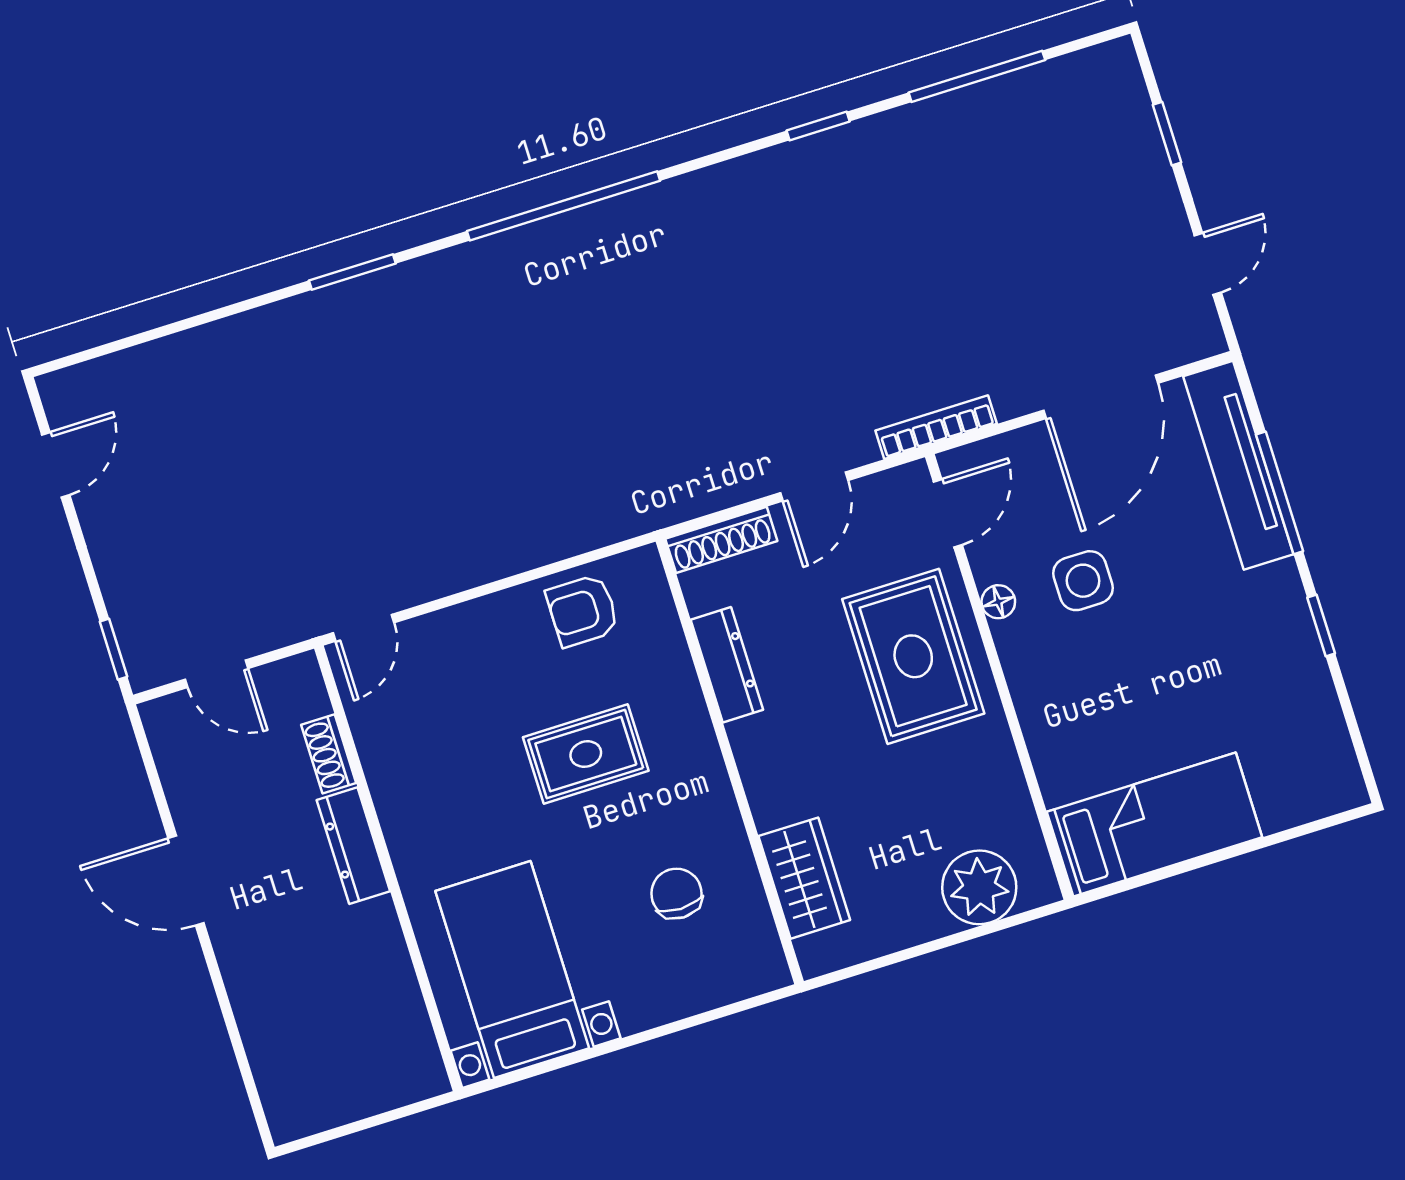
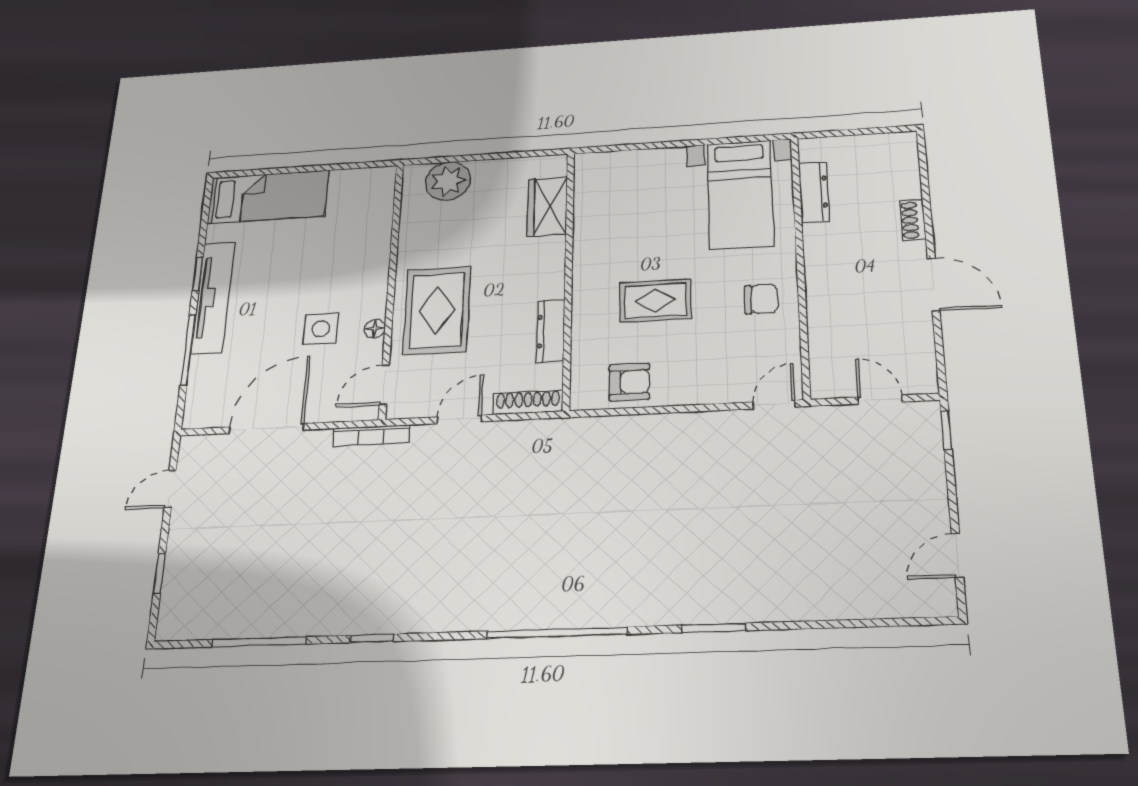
tv unit: (1238, 465) -> (213, 297), moved
shoe rack: (329, 754) -> (913, 220), moved, turned 180
bed: (1154, 825) -> (268, 197), moved, turned 180
dresser: (353, 846) -> (814, 192), moved
chair: (676, 894) -> (761, 299), moved, turned -90

